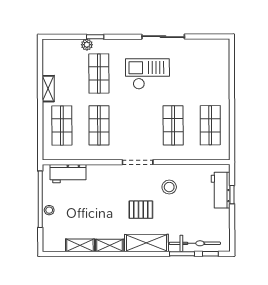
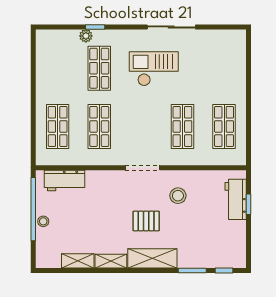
shelving: (48, 89) -> (42, 85), removed
bicycle: (195, 243) -> (207, 259), removed

